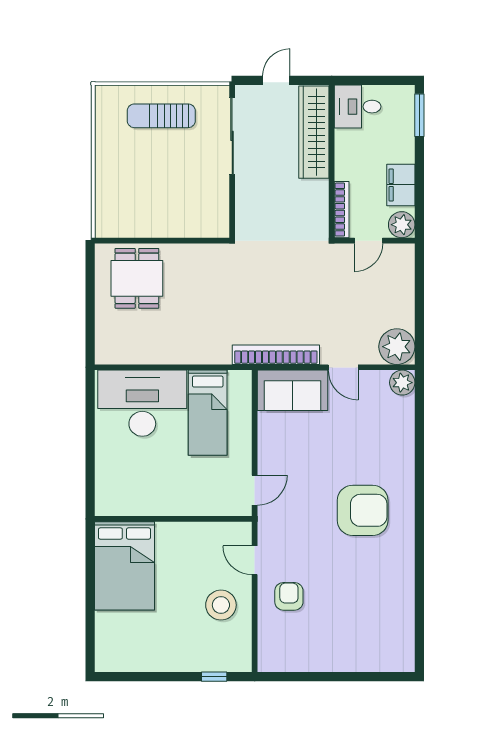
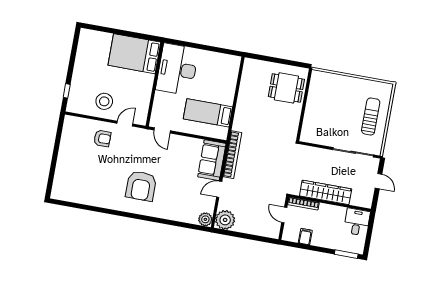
wardrobe: (314, 132) -> (326, 192), moved
filing cabinet: (401, 185) -> (305, 237), width x0.50
plant: (402, 225) -> (290, 234), removed
desk: (142, 403) -> (177, 69), moved, turned 180

